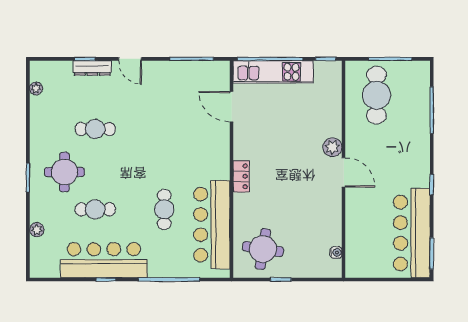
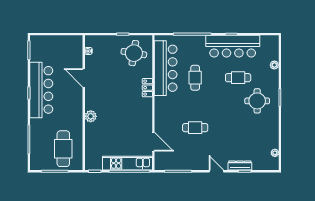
cafe table: (95, 129) -> (195, 128), moved
door: (344, 172) -> (84, 78), moved
locker: (241, 176) -> (147, 88), moved
bar counter: (412, 233) -> (41, 90), moved

